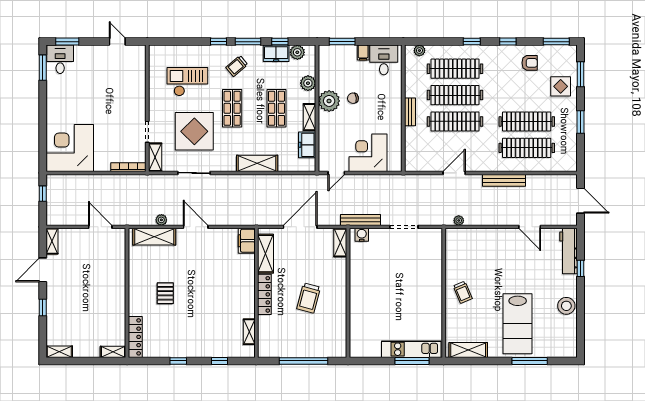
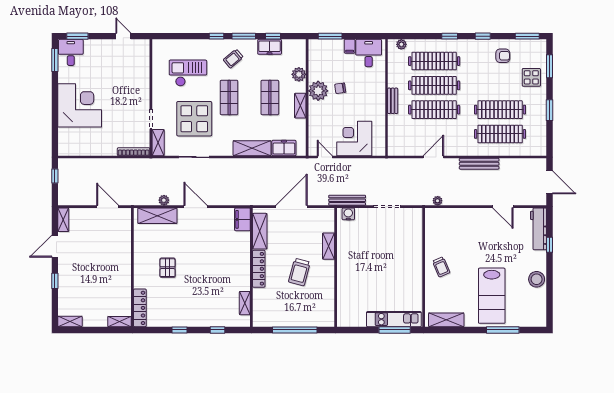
plant: (297, 52) -> (289, 46), removed
freezer: (307, 145) -> (284, 148), moved, turned 90
corner desk: (70, 148) -> (80, 105), moved, turned 90
door: (336, 173) -> (325, 157), swing flipped
shelving: (340, 243) -> (328, 246), moved

